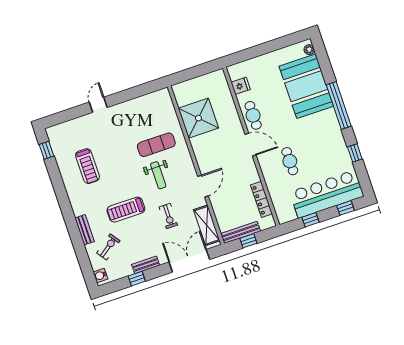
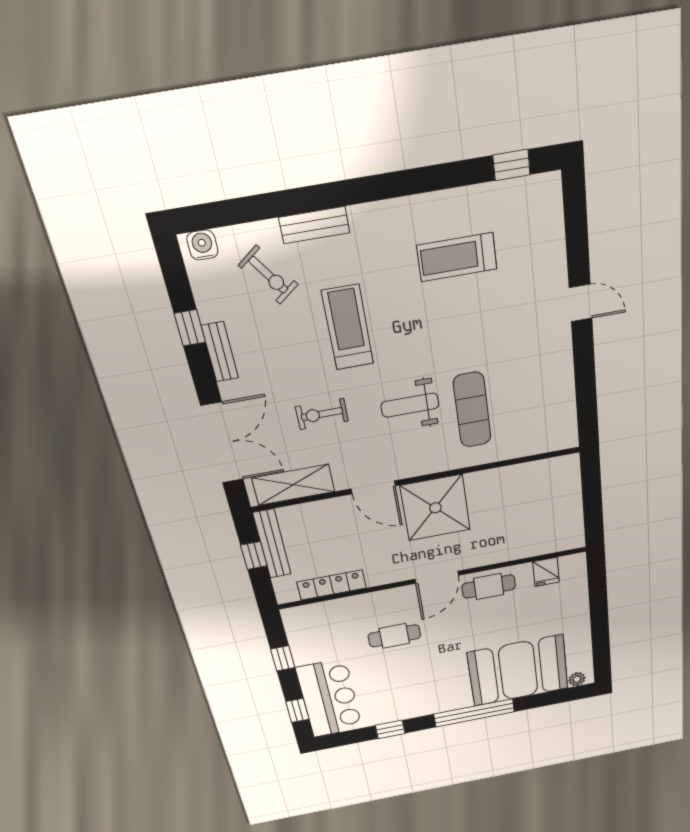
shower: (198, 118) -> (435, 508), moved
bar counter: (327, 194) -> (329, 698), width x0.73

